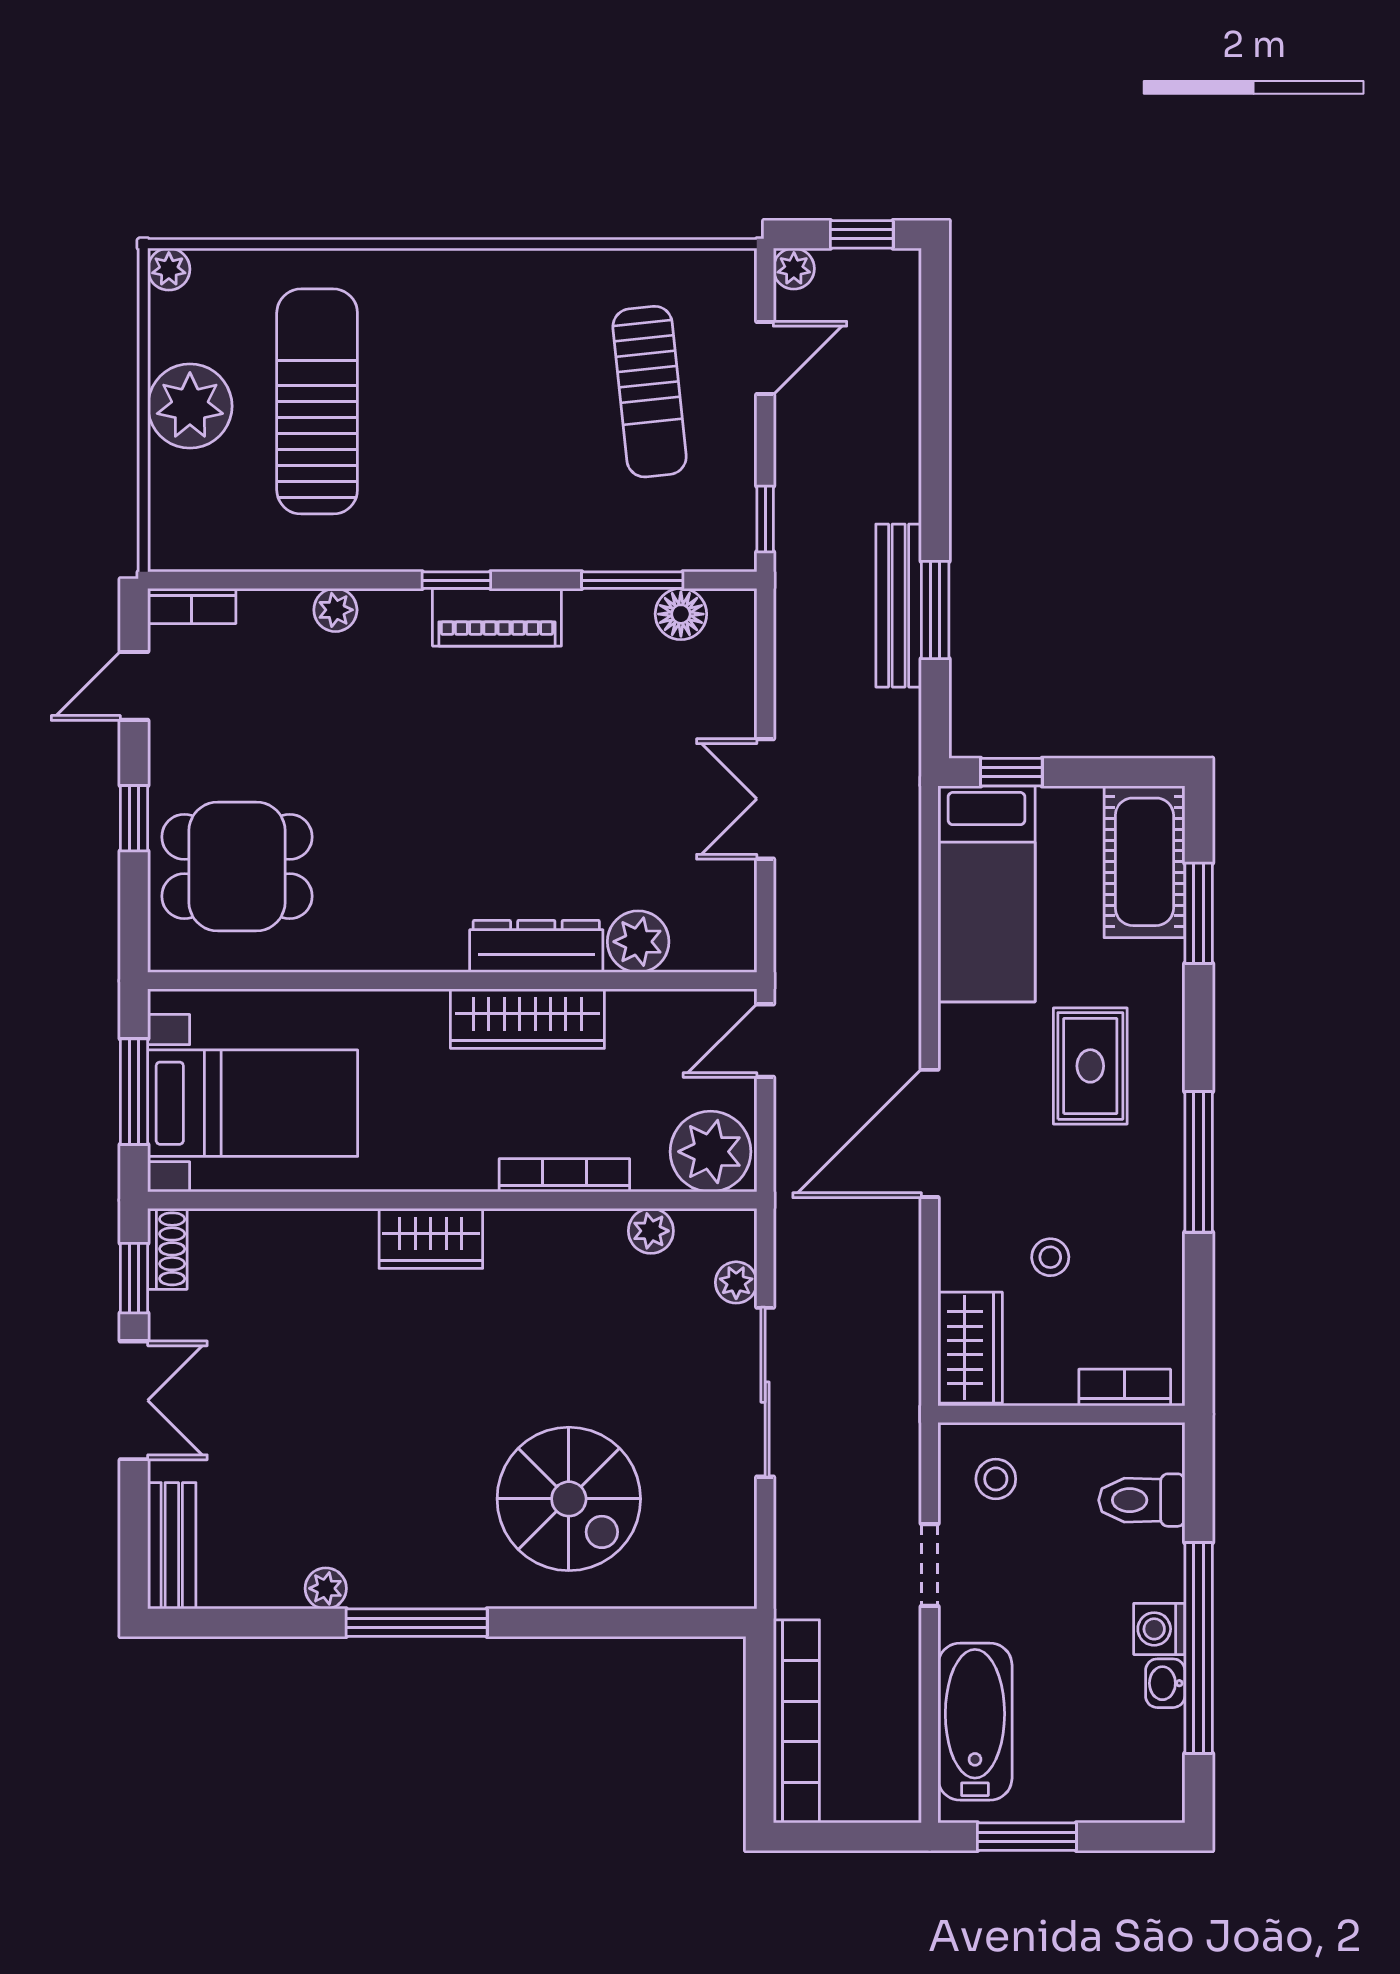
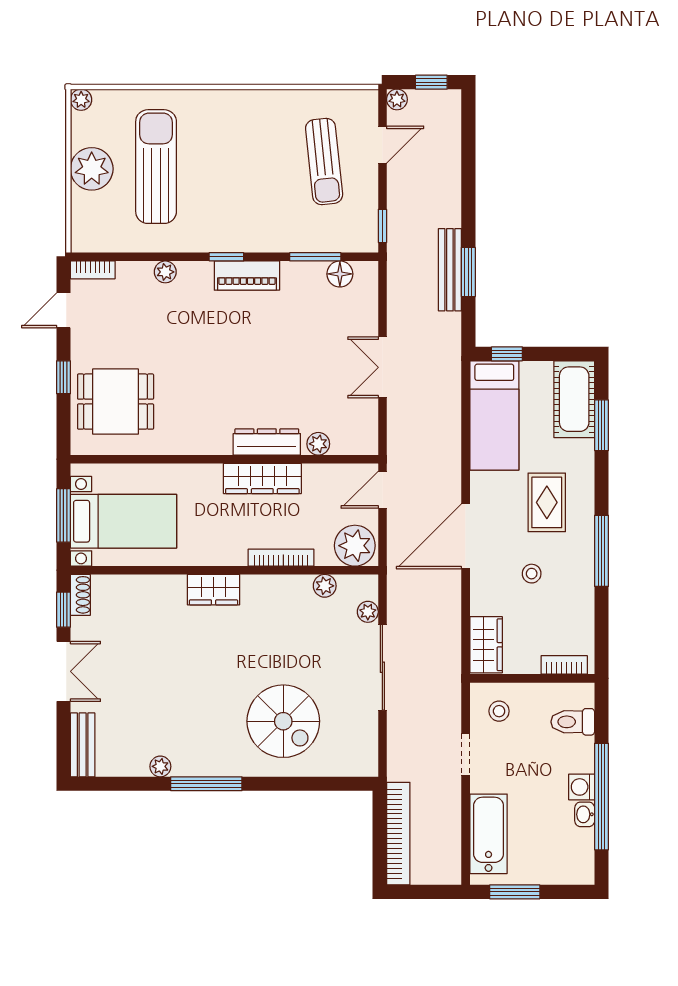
plant: (638, 942) -> (318, 444), width x0.73, depth x0.73
stool: (1050, 1257) -> (532, 574), moved

